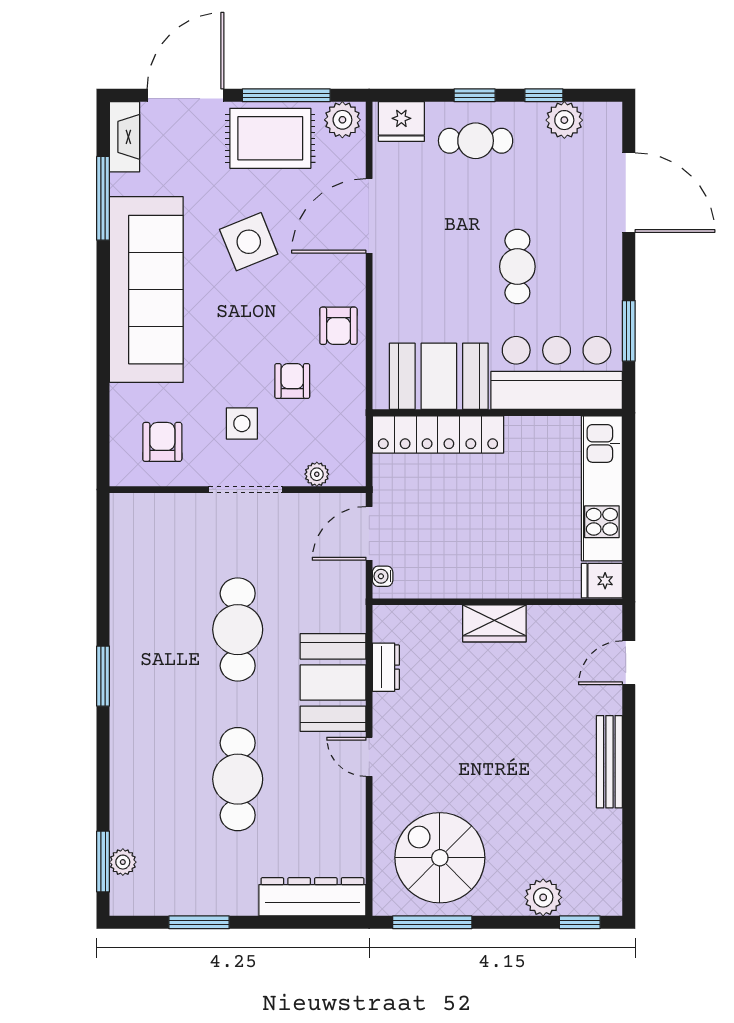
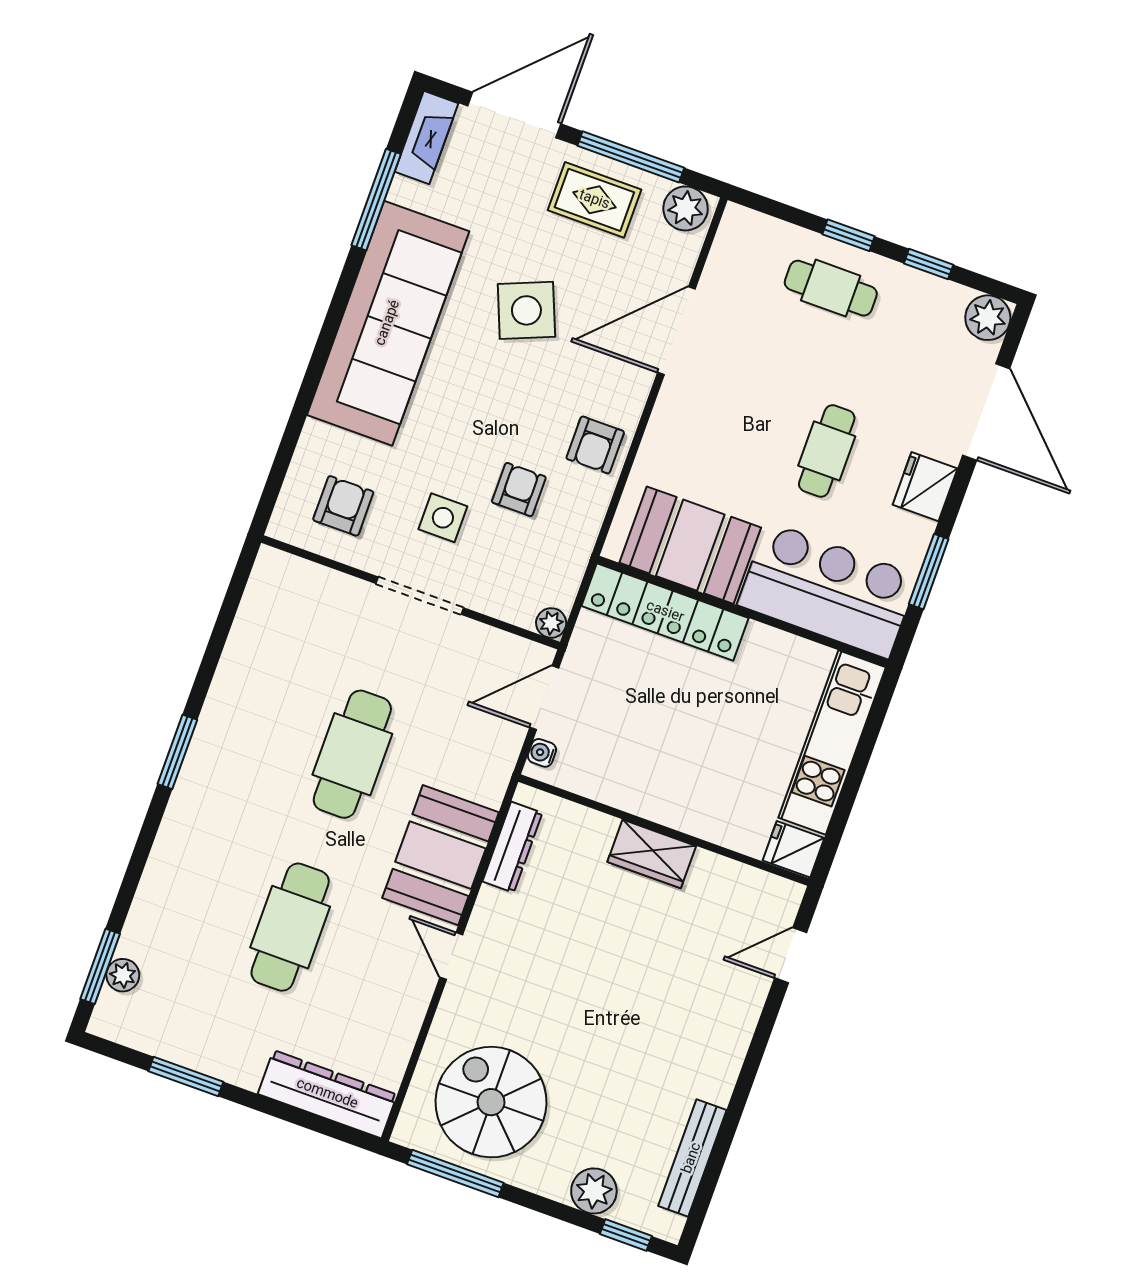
plant: (564, 120) -> (988, 318), moved
fridge: (401, 122) -> (925, 487), moved, turned 90
rug: (270, 138) -> (594, 200), width x0.73, depth x0.70
plant: (317, 474) -> (551, 623), moved
dresser: (386, 667) -> (512, 847), width x1.44
bench: (609, 762) -> (692, 1158), moved

